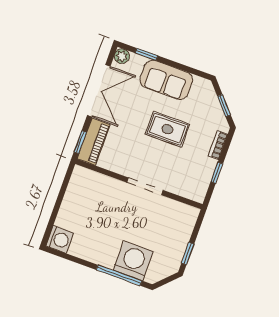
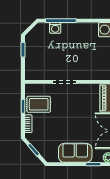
rug: (167, 129) -> (39, 104), moved
washing machine: (133, 261) -> (55, 28), width x0.53, depth x0.53

